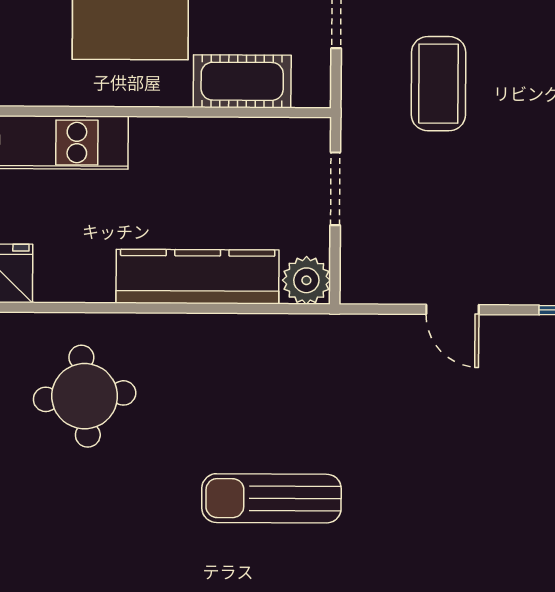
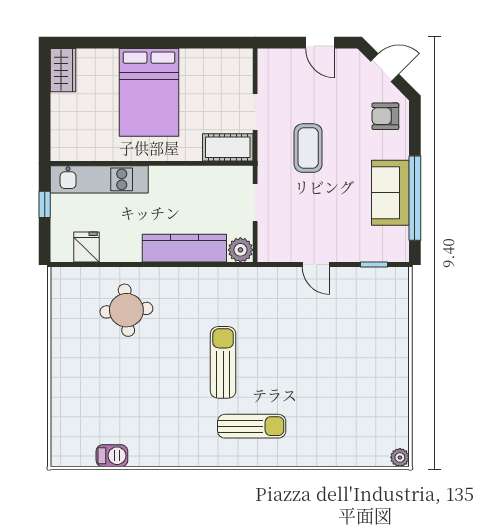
cot: (242, 81) -> (228, 147), moved
sun lounger: (271, 498) -> (223, 362), turned 90

